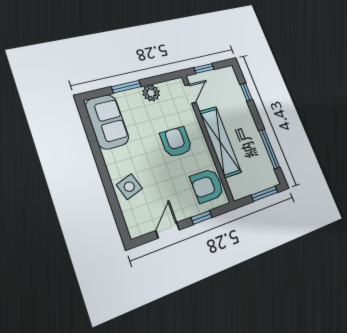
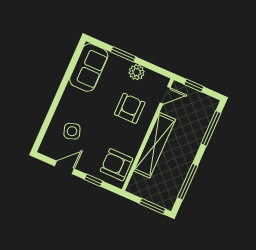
window: (246, 92) -> (211, 128), width x2.17
armchair: (176, 142) -> (130, 108), moved
side table: (129, 187) -> (72, 131), moved

